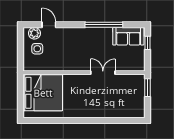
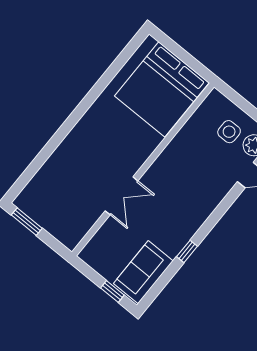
window: (104, 25) -> (187, 251), width x0.32
window: (148, 88) -> (27, 222), moved

